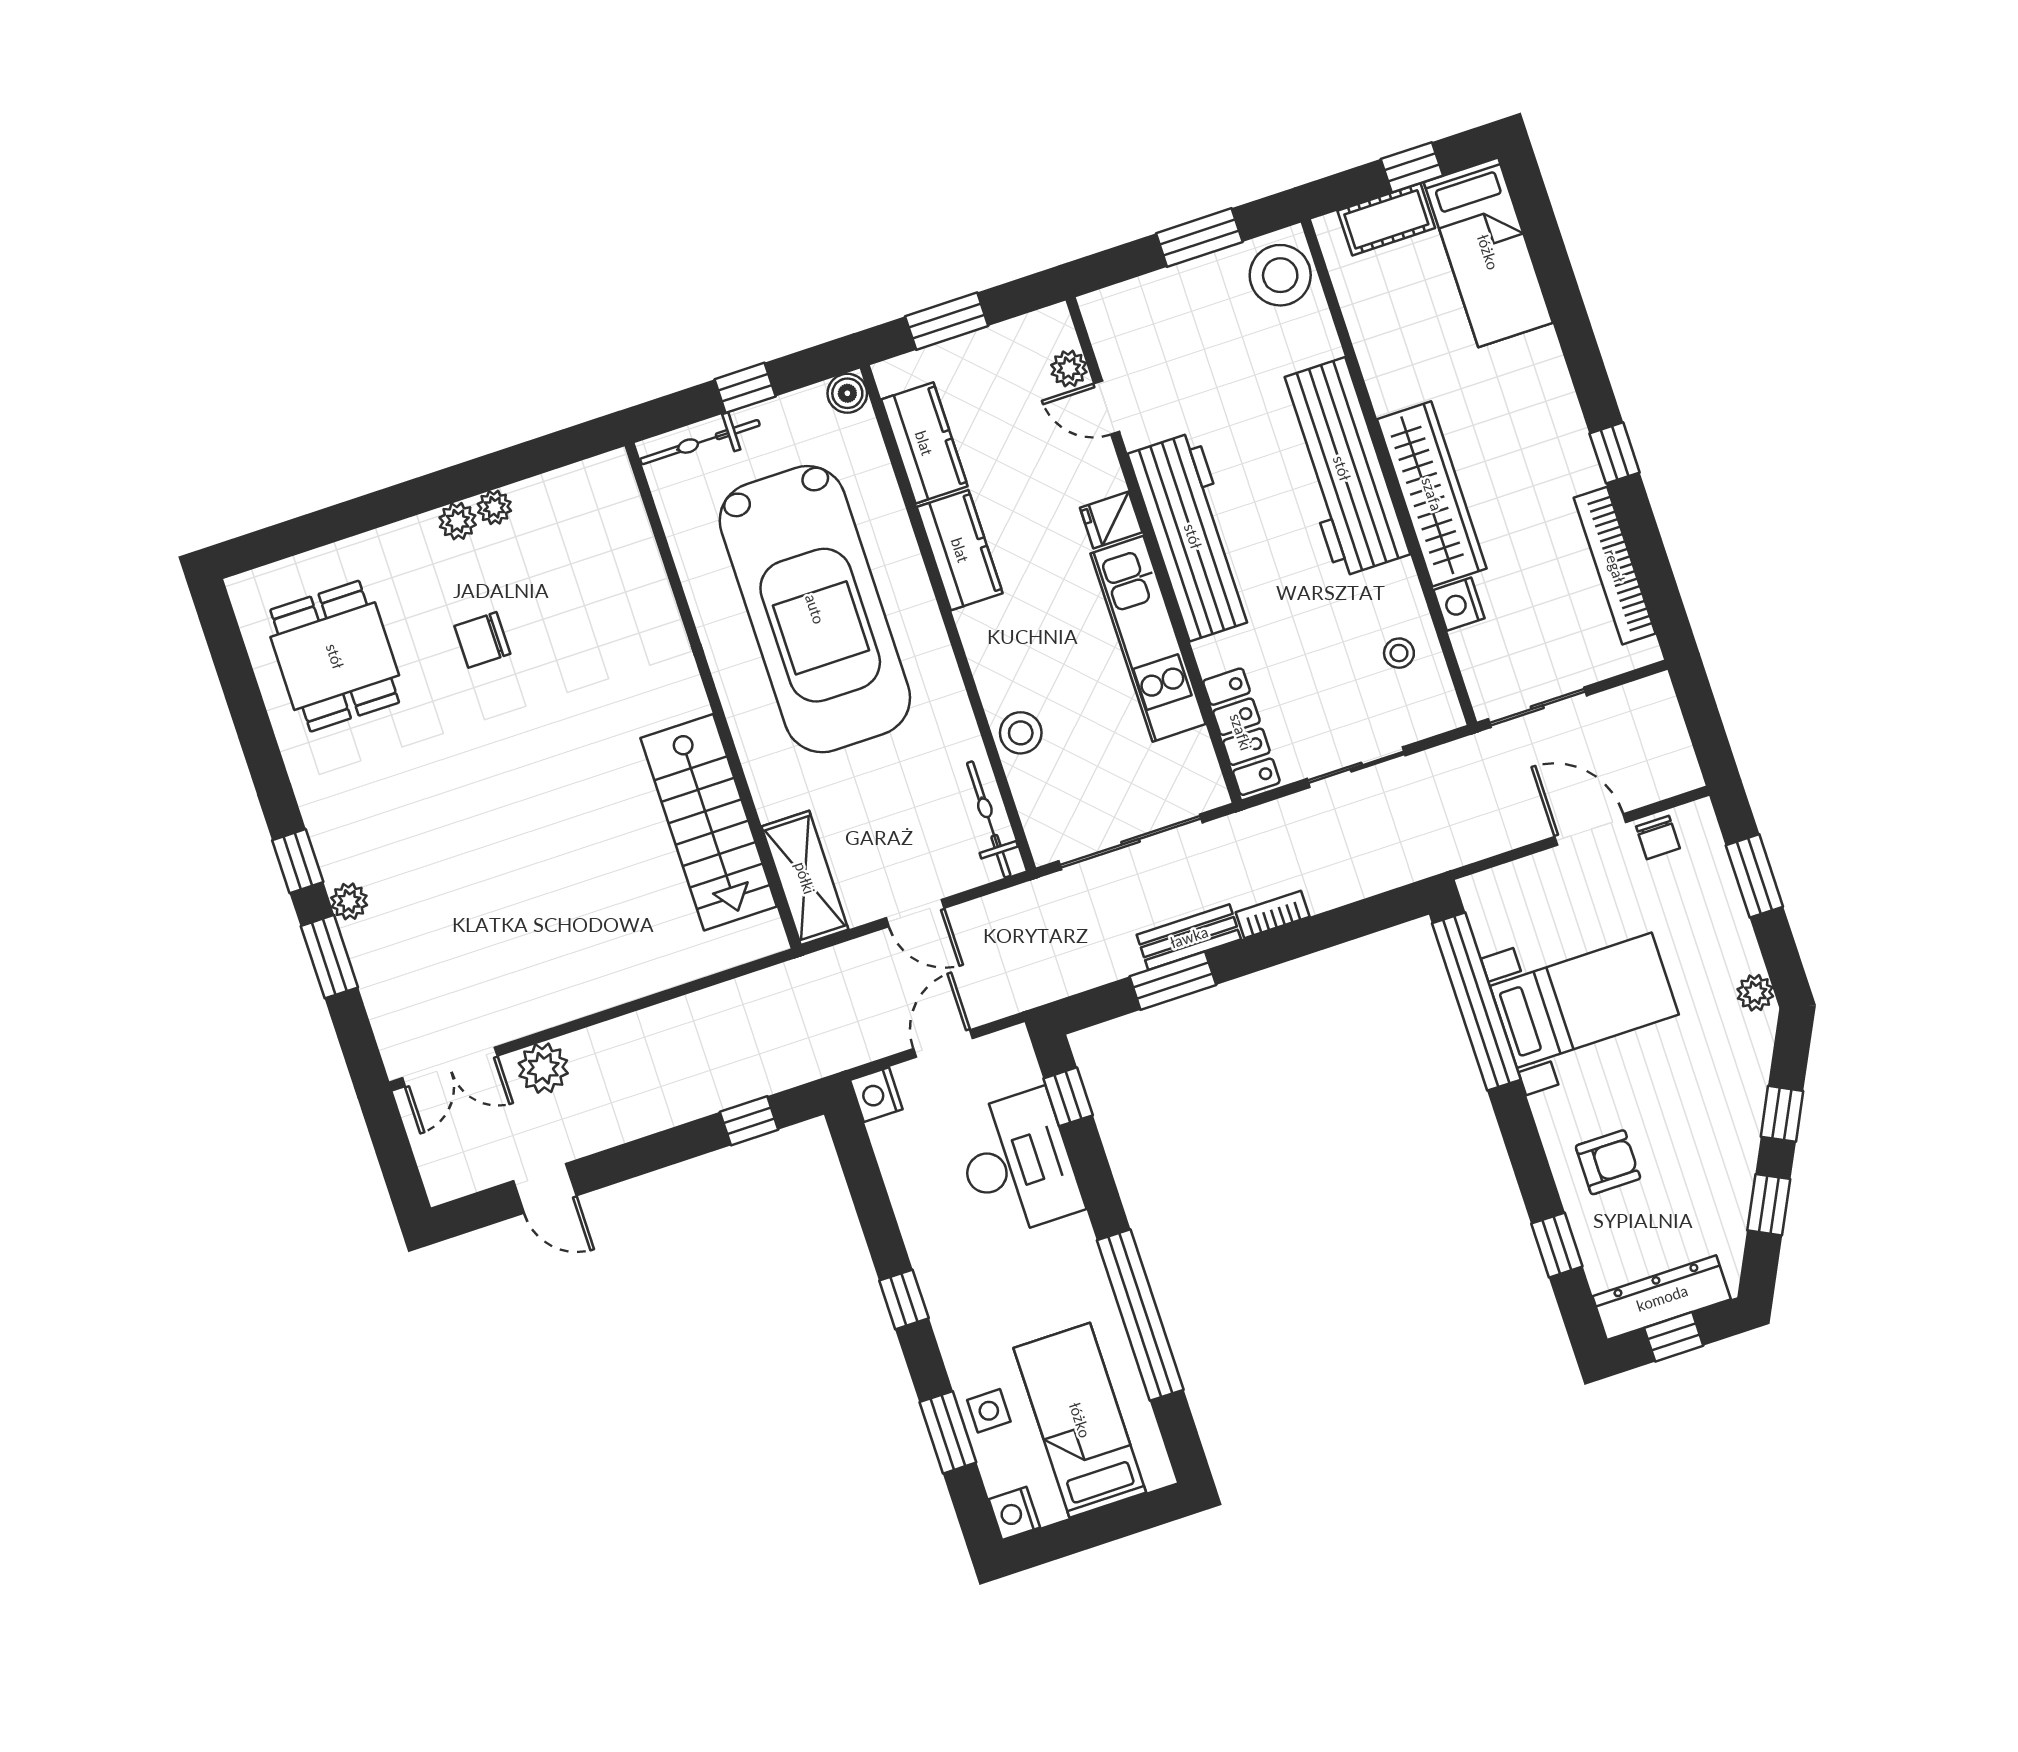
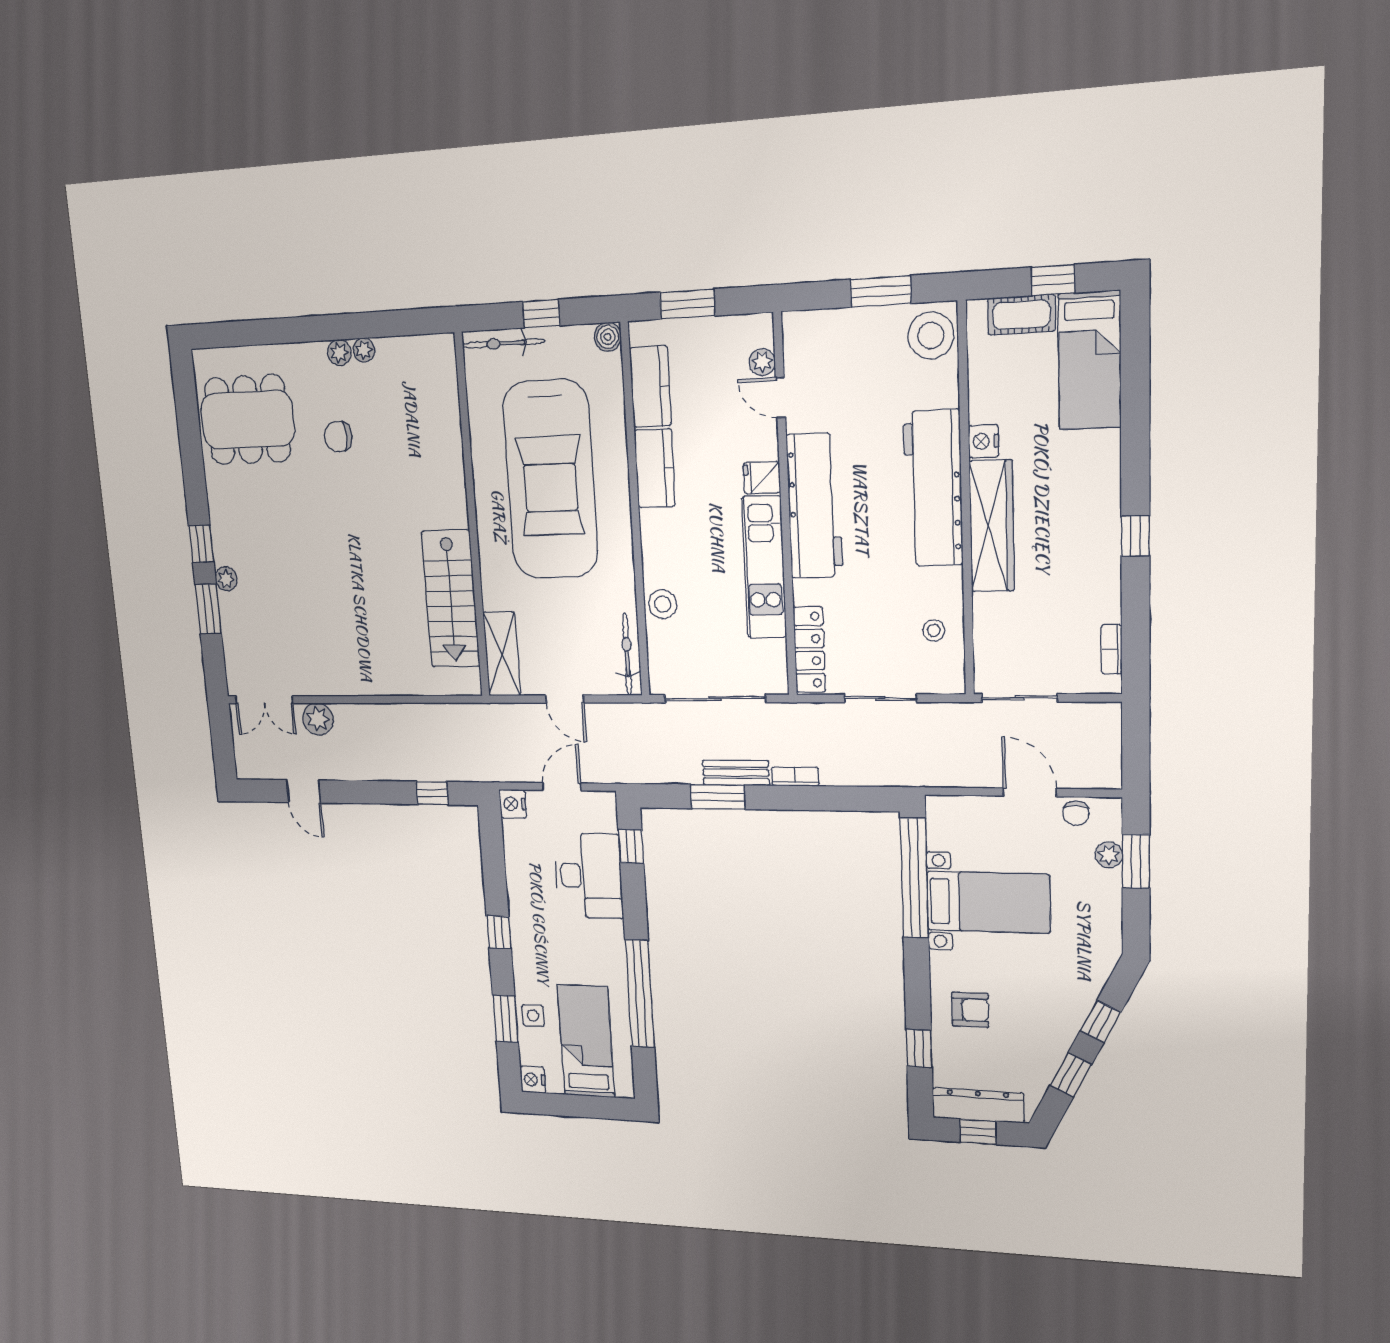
bookcase: (1615, 566) -> (1112, 649), width x0.43, depth x0.76
nightstand: (1459, 604) -> (984, 441), moved
dining table: (335, 656) -> (248, 420), width x1.38
plant: (1755, 993) -> (1109, 855), moved

